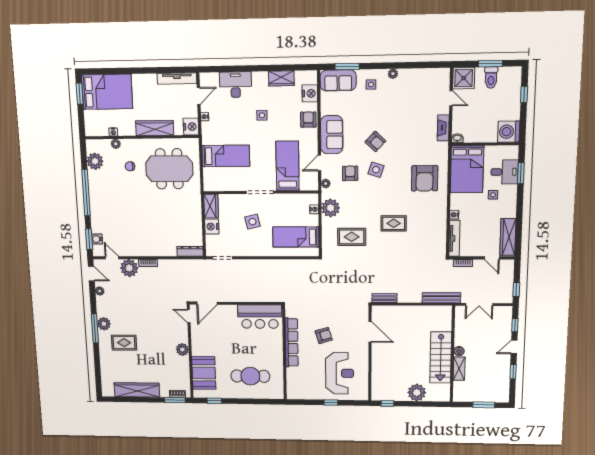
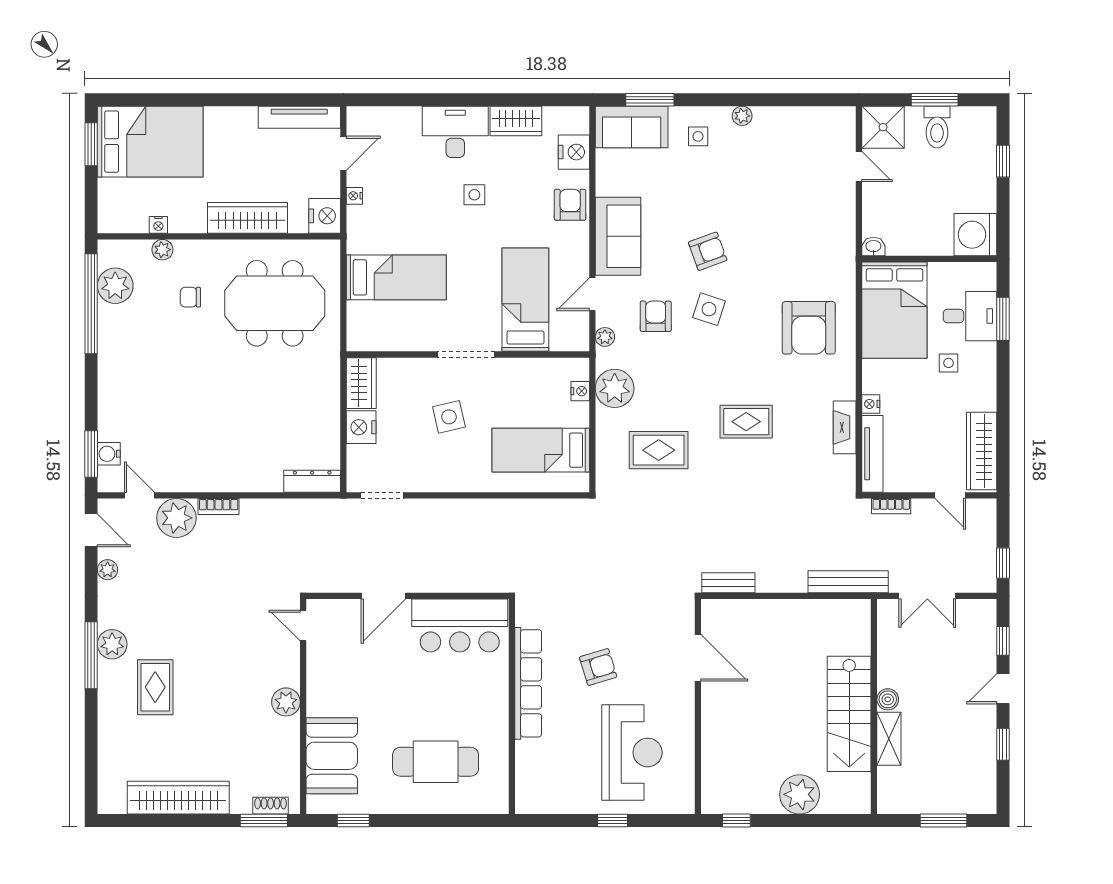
desk: (236, 85) -> (455, 132), moved
fireplace: (443, 128) -> (845, 427), moved
armchair: (375, 141) -> (708, 251), turned -63
window: (86, 193) -> (91, 304), moved
door: (207, 303) -> (383, 596), moved
rug: (124, 343) -> (155, 687), turned 90

